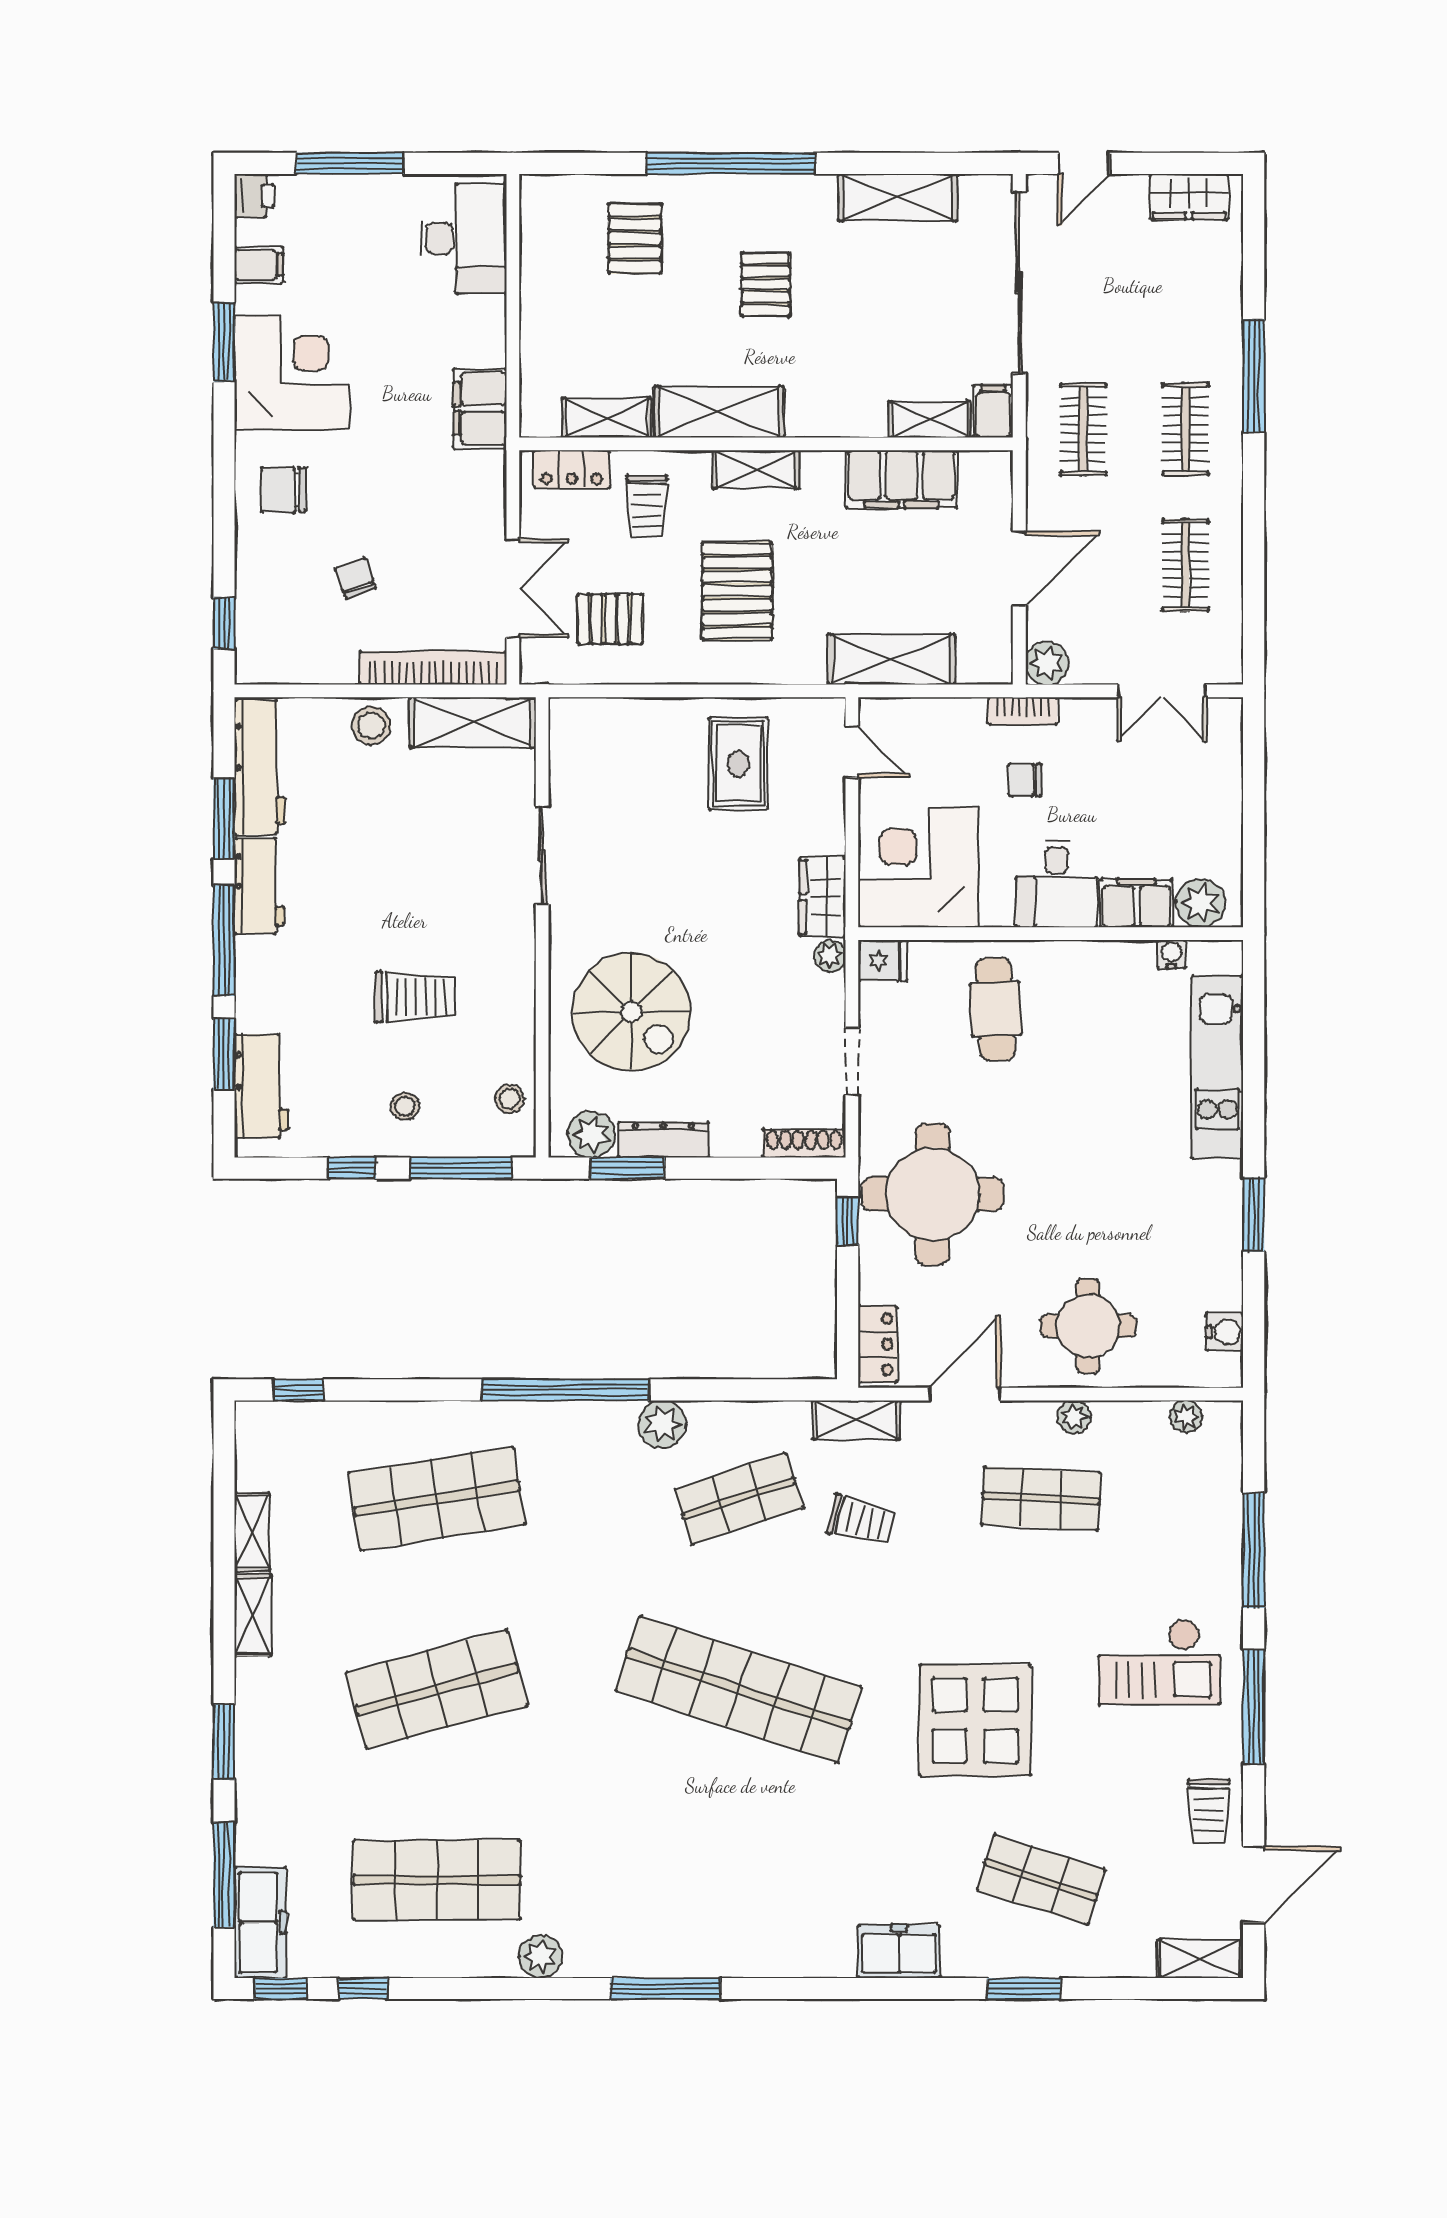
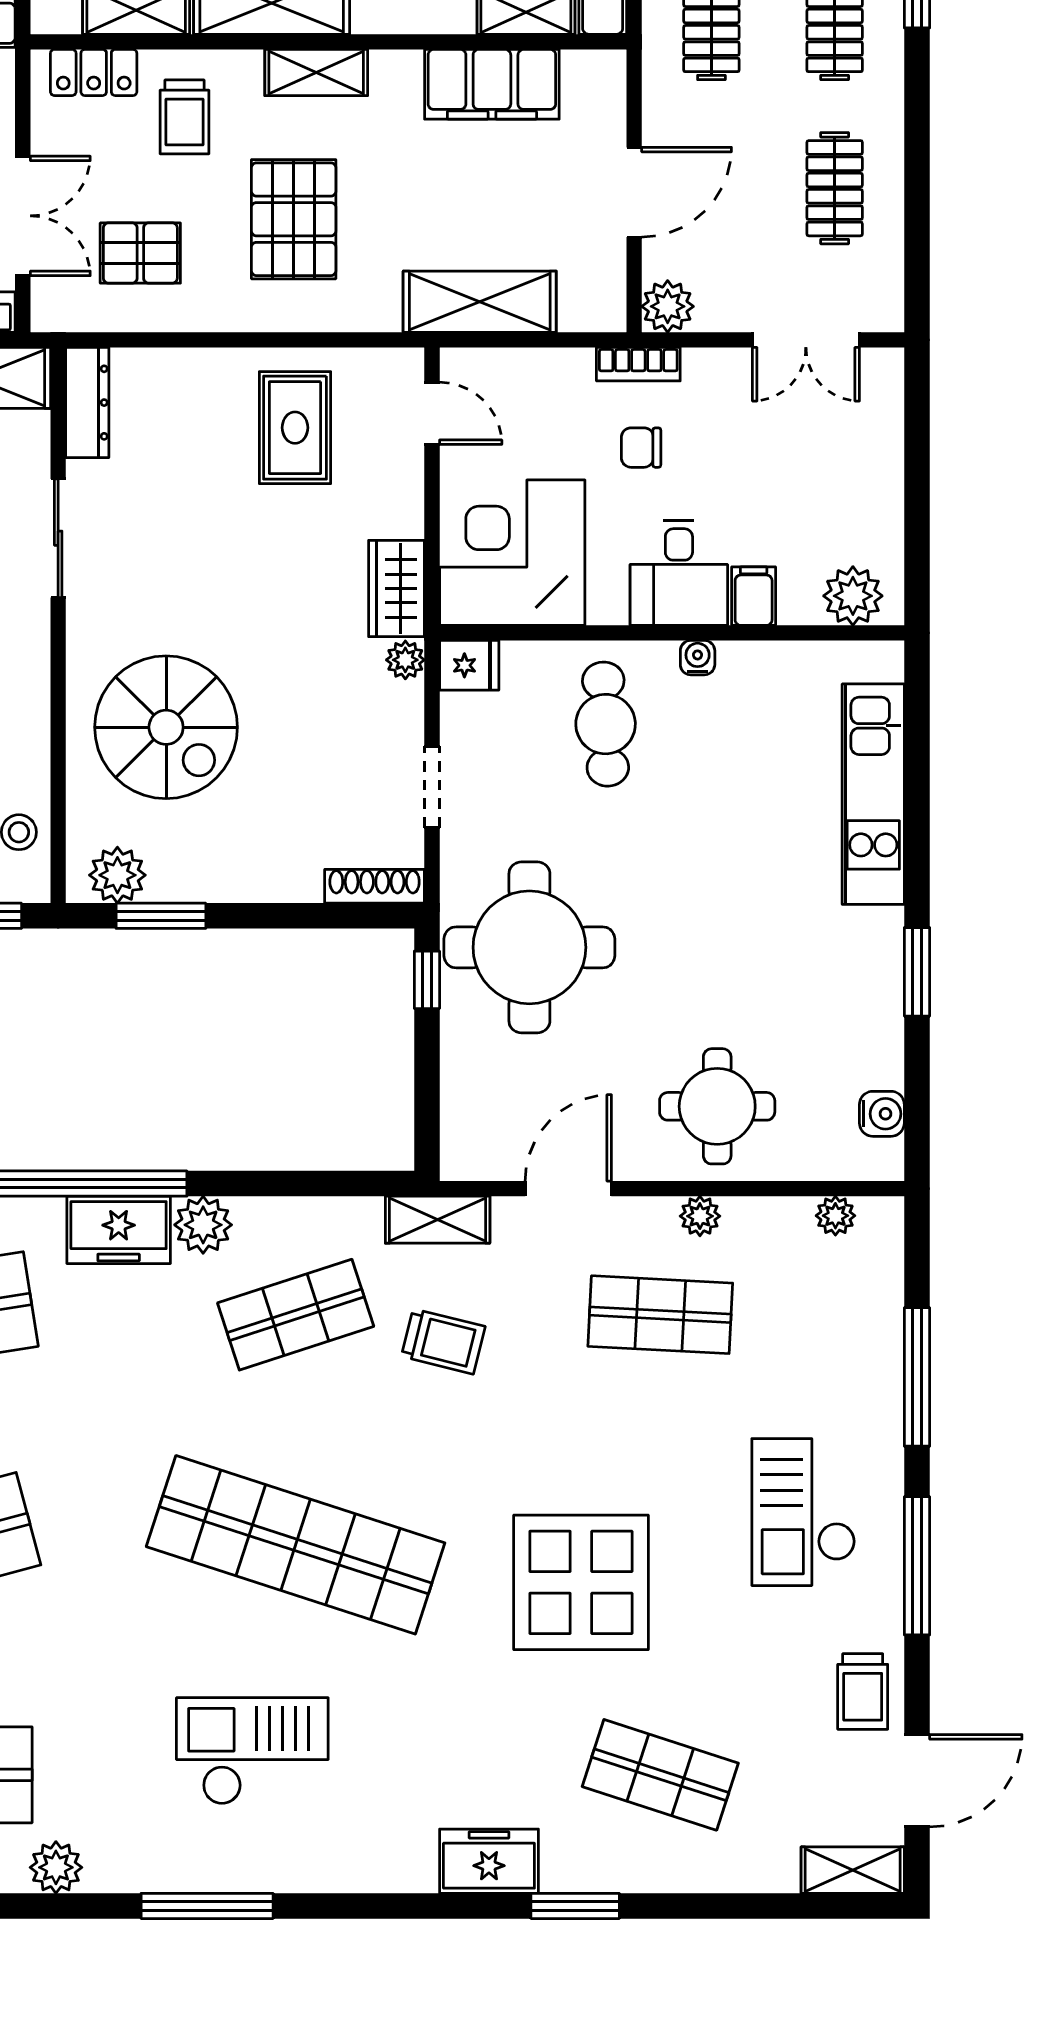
filing cabinet: (1136, 903) -> (754, 596), width x0.50
water cooler: (1171, 954) -> (698, 658), moved
dresser: (663, 1140) -> (87, 403), moved, turned 90
locker: (878, 1344) -> (463, 1128), removed
freezer: (592, 1428) -> (119, 1230), added
checkout: (1160, 1662) -> (803, 1512), turned 90
checkout: (703, 1860) -> (252, 1751), added
window: (1024, 1988) -> (575, 1906), moved

